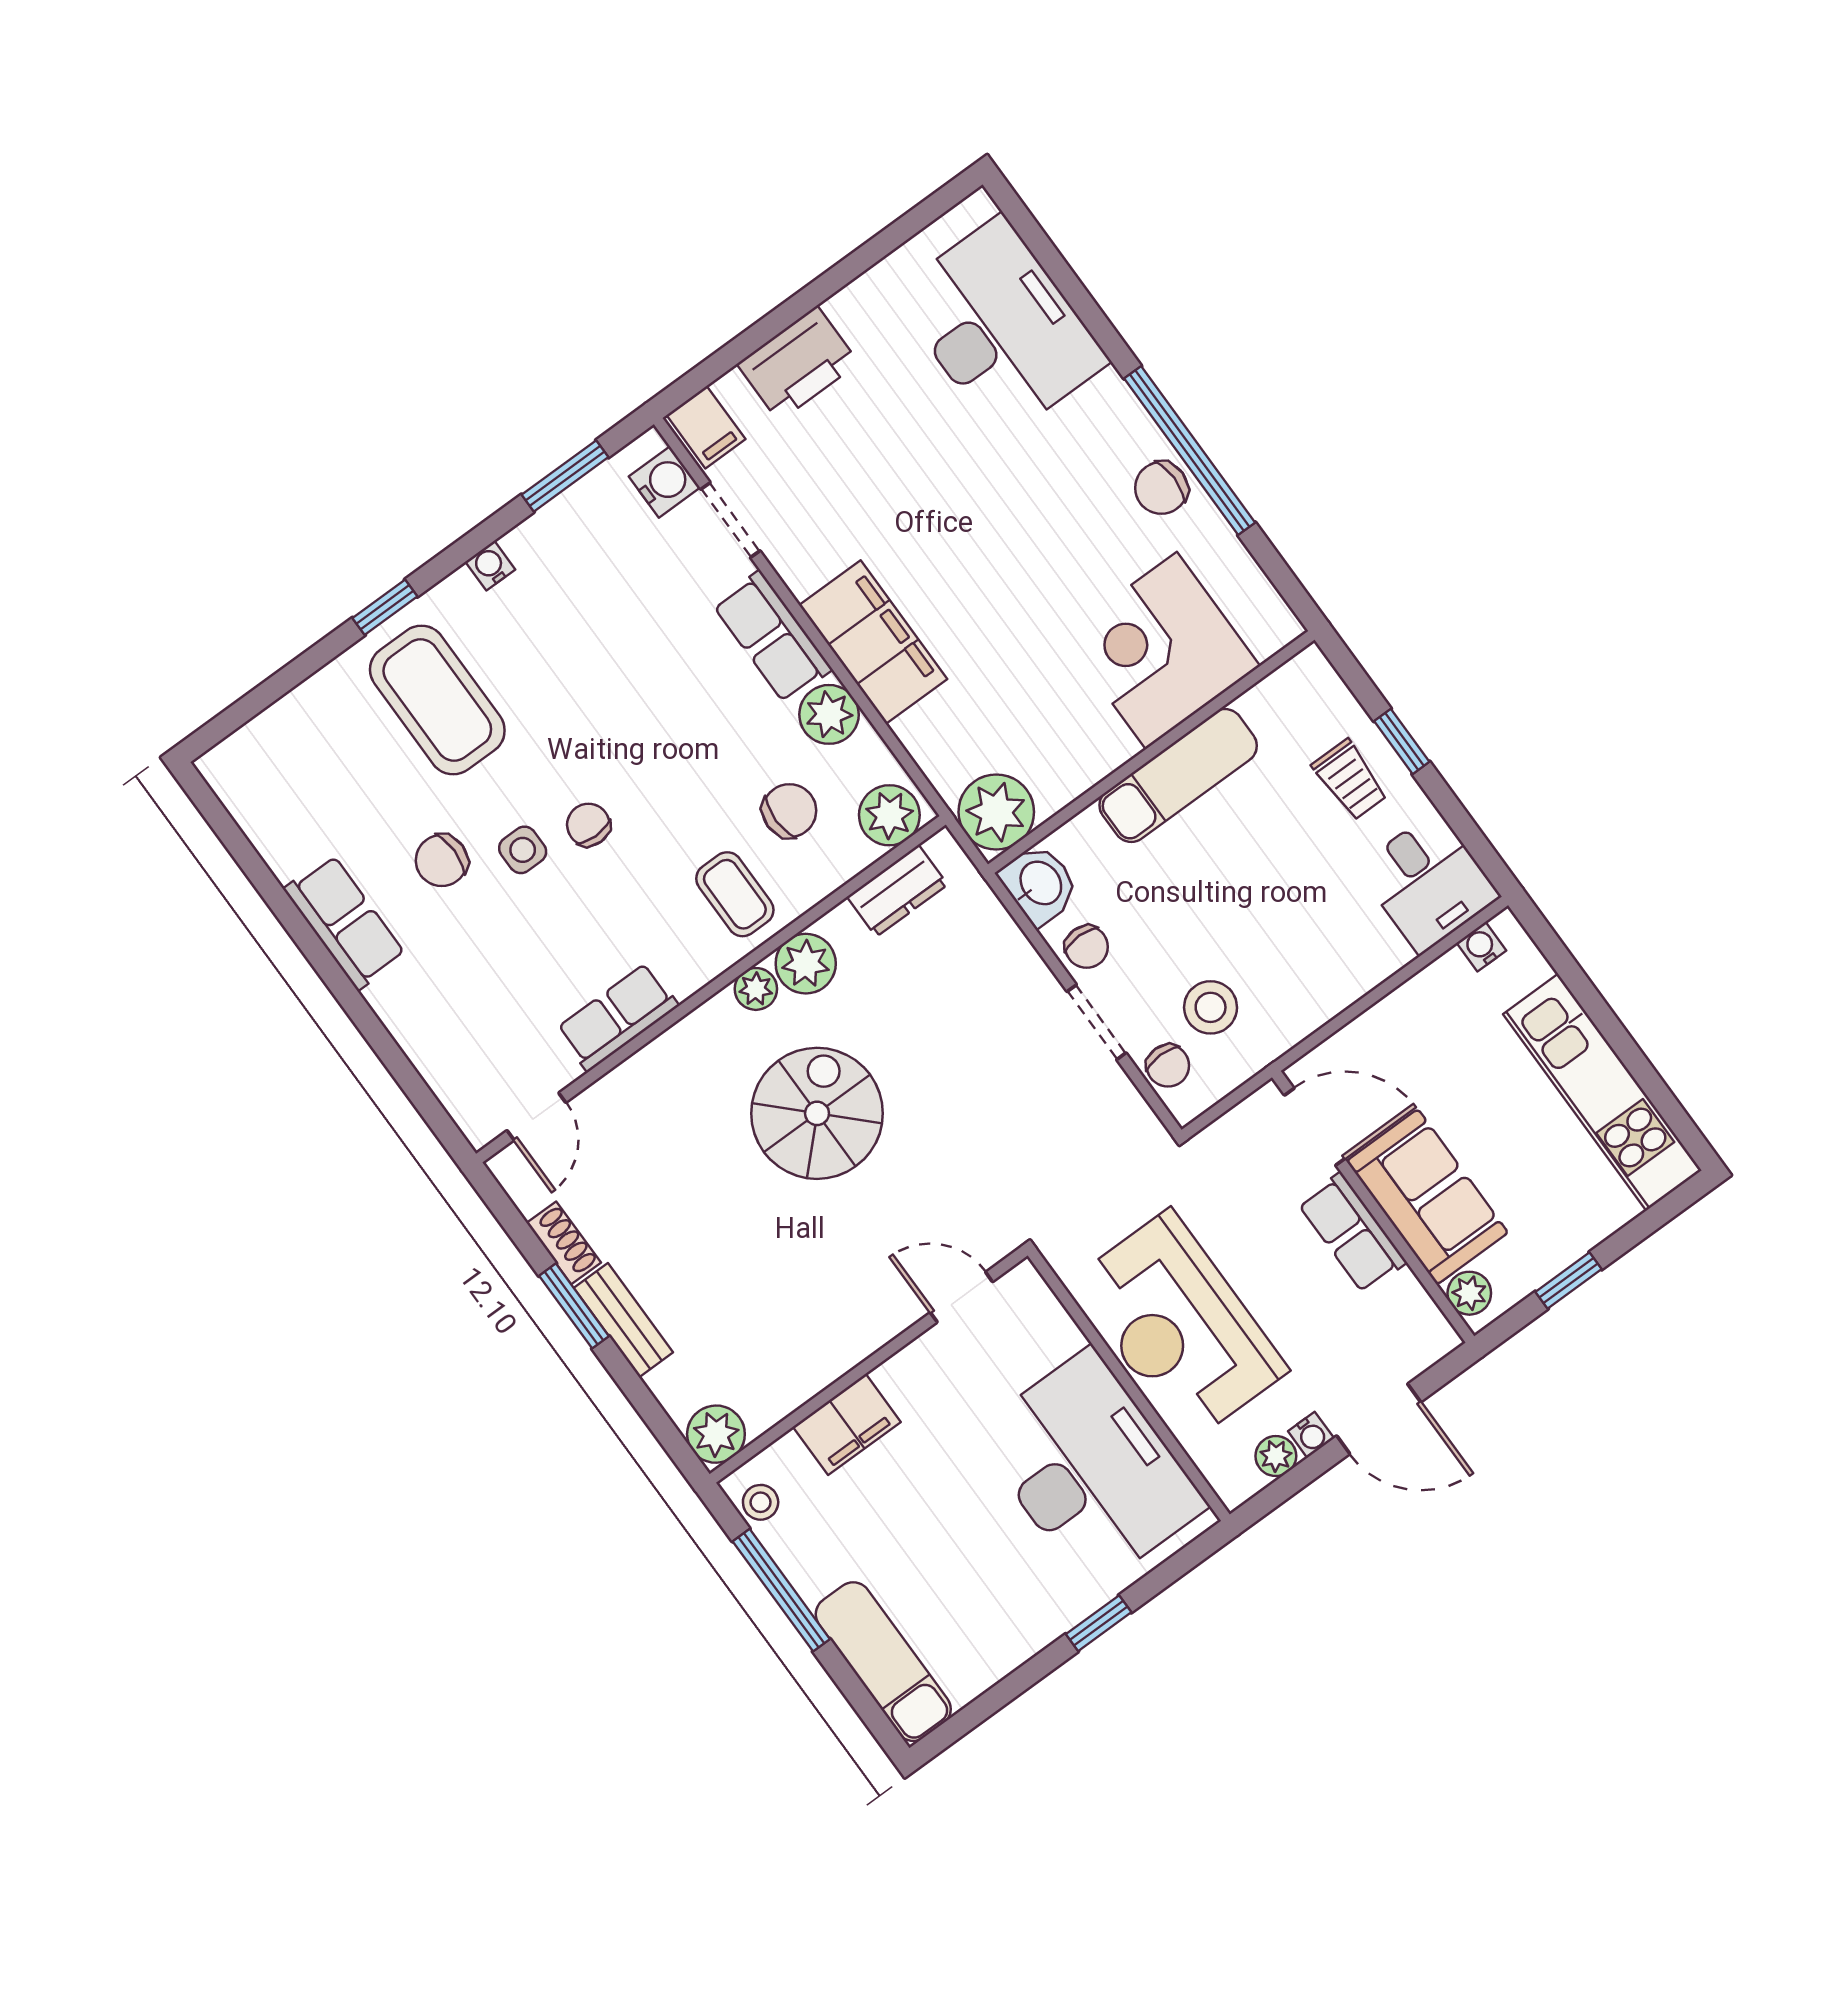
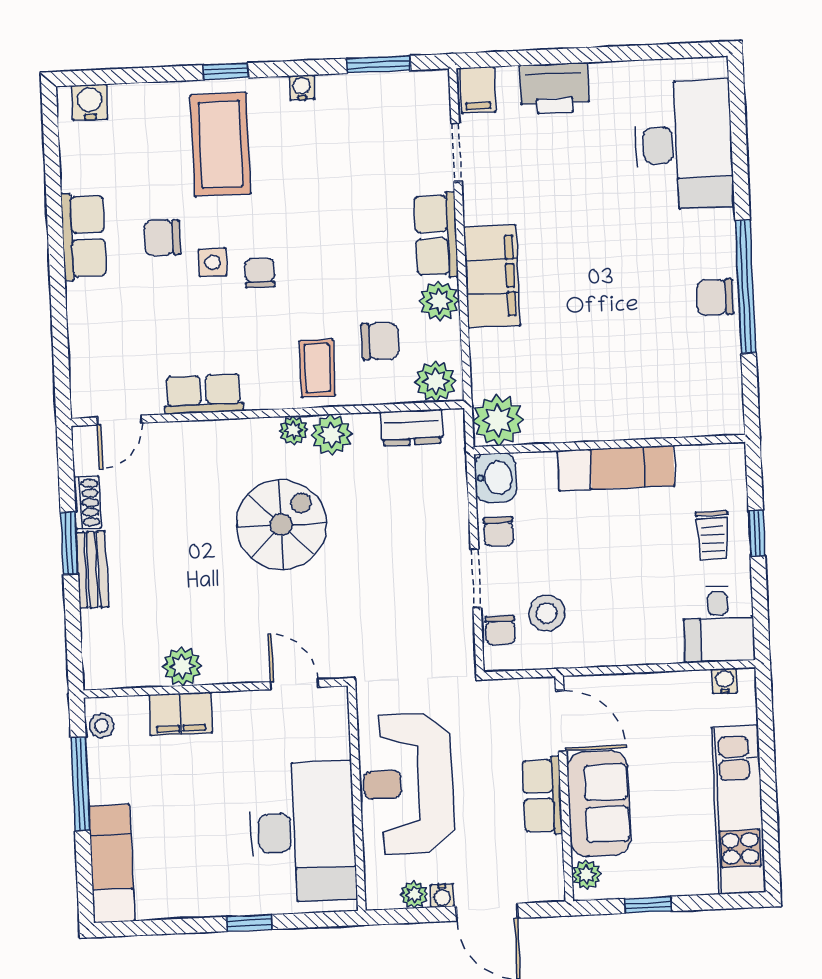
water cooler: (664, 482) -> (90, 102), moved, turned -90
corner desk: (1161, 651) -> (654, 390), removed
plant: (716, 1434) -> (182, 666), moved

